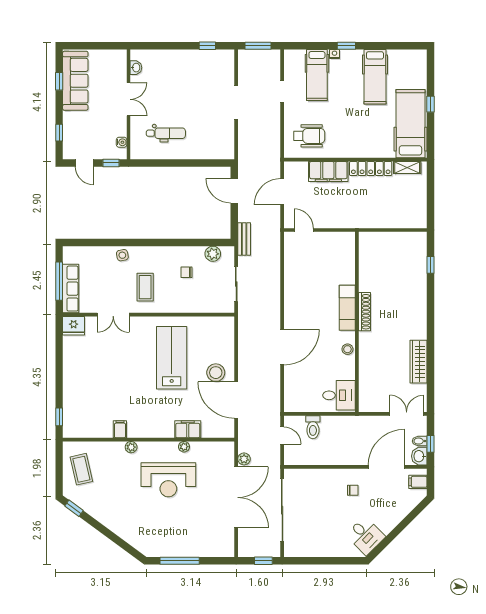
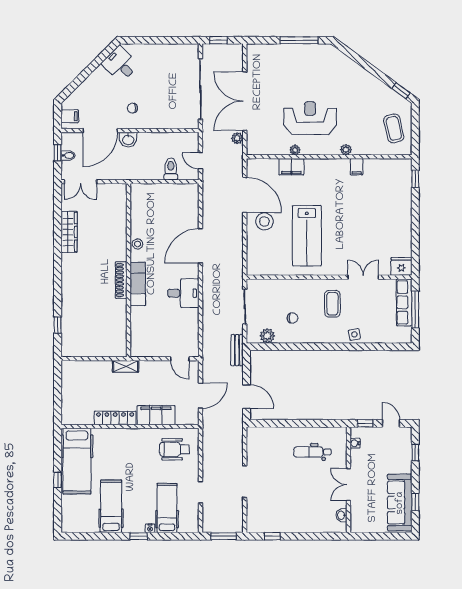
shelving: (407, 167) -> (126, 366), moved
desk: (339, 395) -> (183, 293), moved, turned 180
washbasin: (419, 456) -> (128, 140), moved, turned 90

